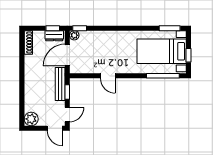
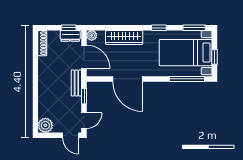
window: (80, 28) -> (159, 28), moved
wardrobe: (104, 37) -> (124, 37), added
door: (67, 55) -> (84, 57), swing flipped
door: (108, 76) -> (128, 79), width x1.88
bench: (60, 84) -> (76, 83), width x0.73

